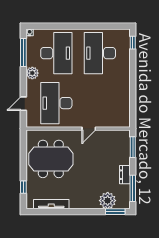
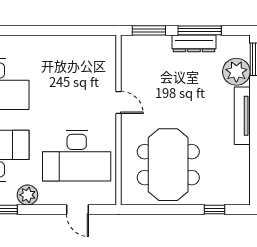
dresser: (125, 175) -> (194, 43), width x1.44
window: (133, 188) -> (200, 30), moved
tv unit: (51, 204) -> (242, 116), moved

